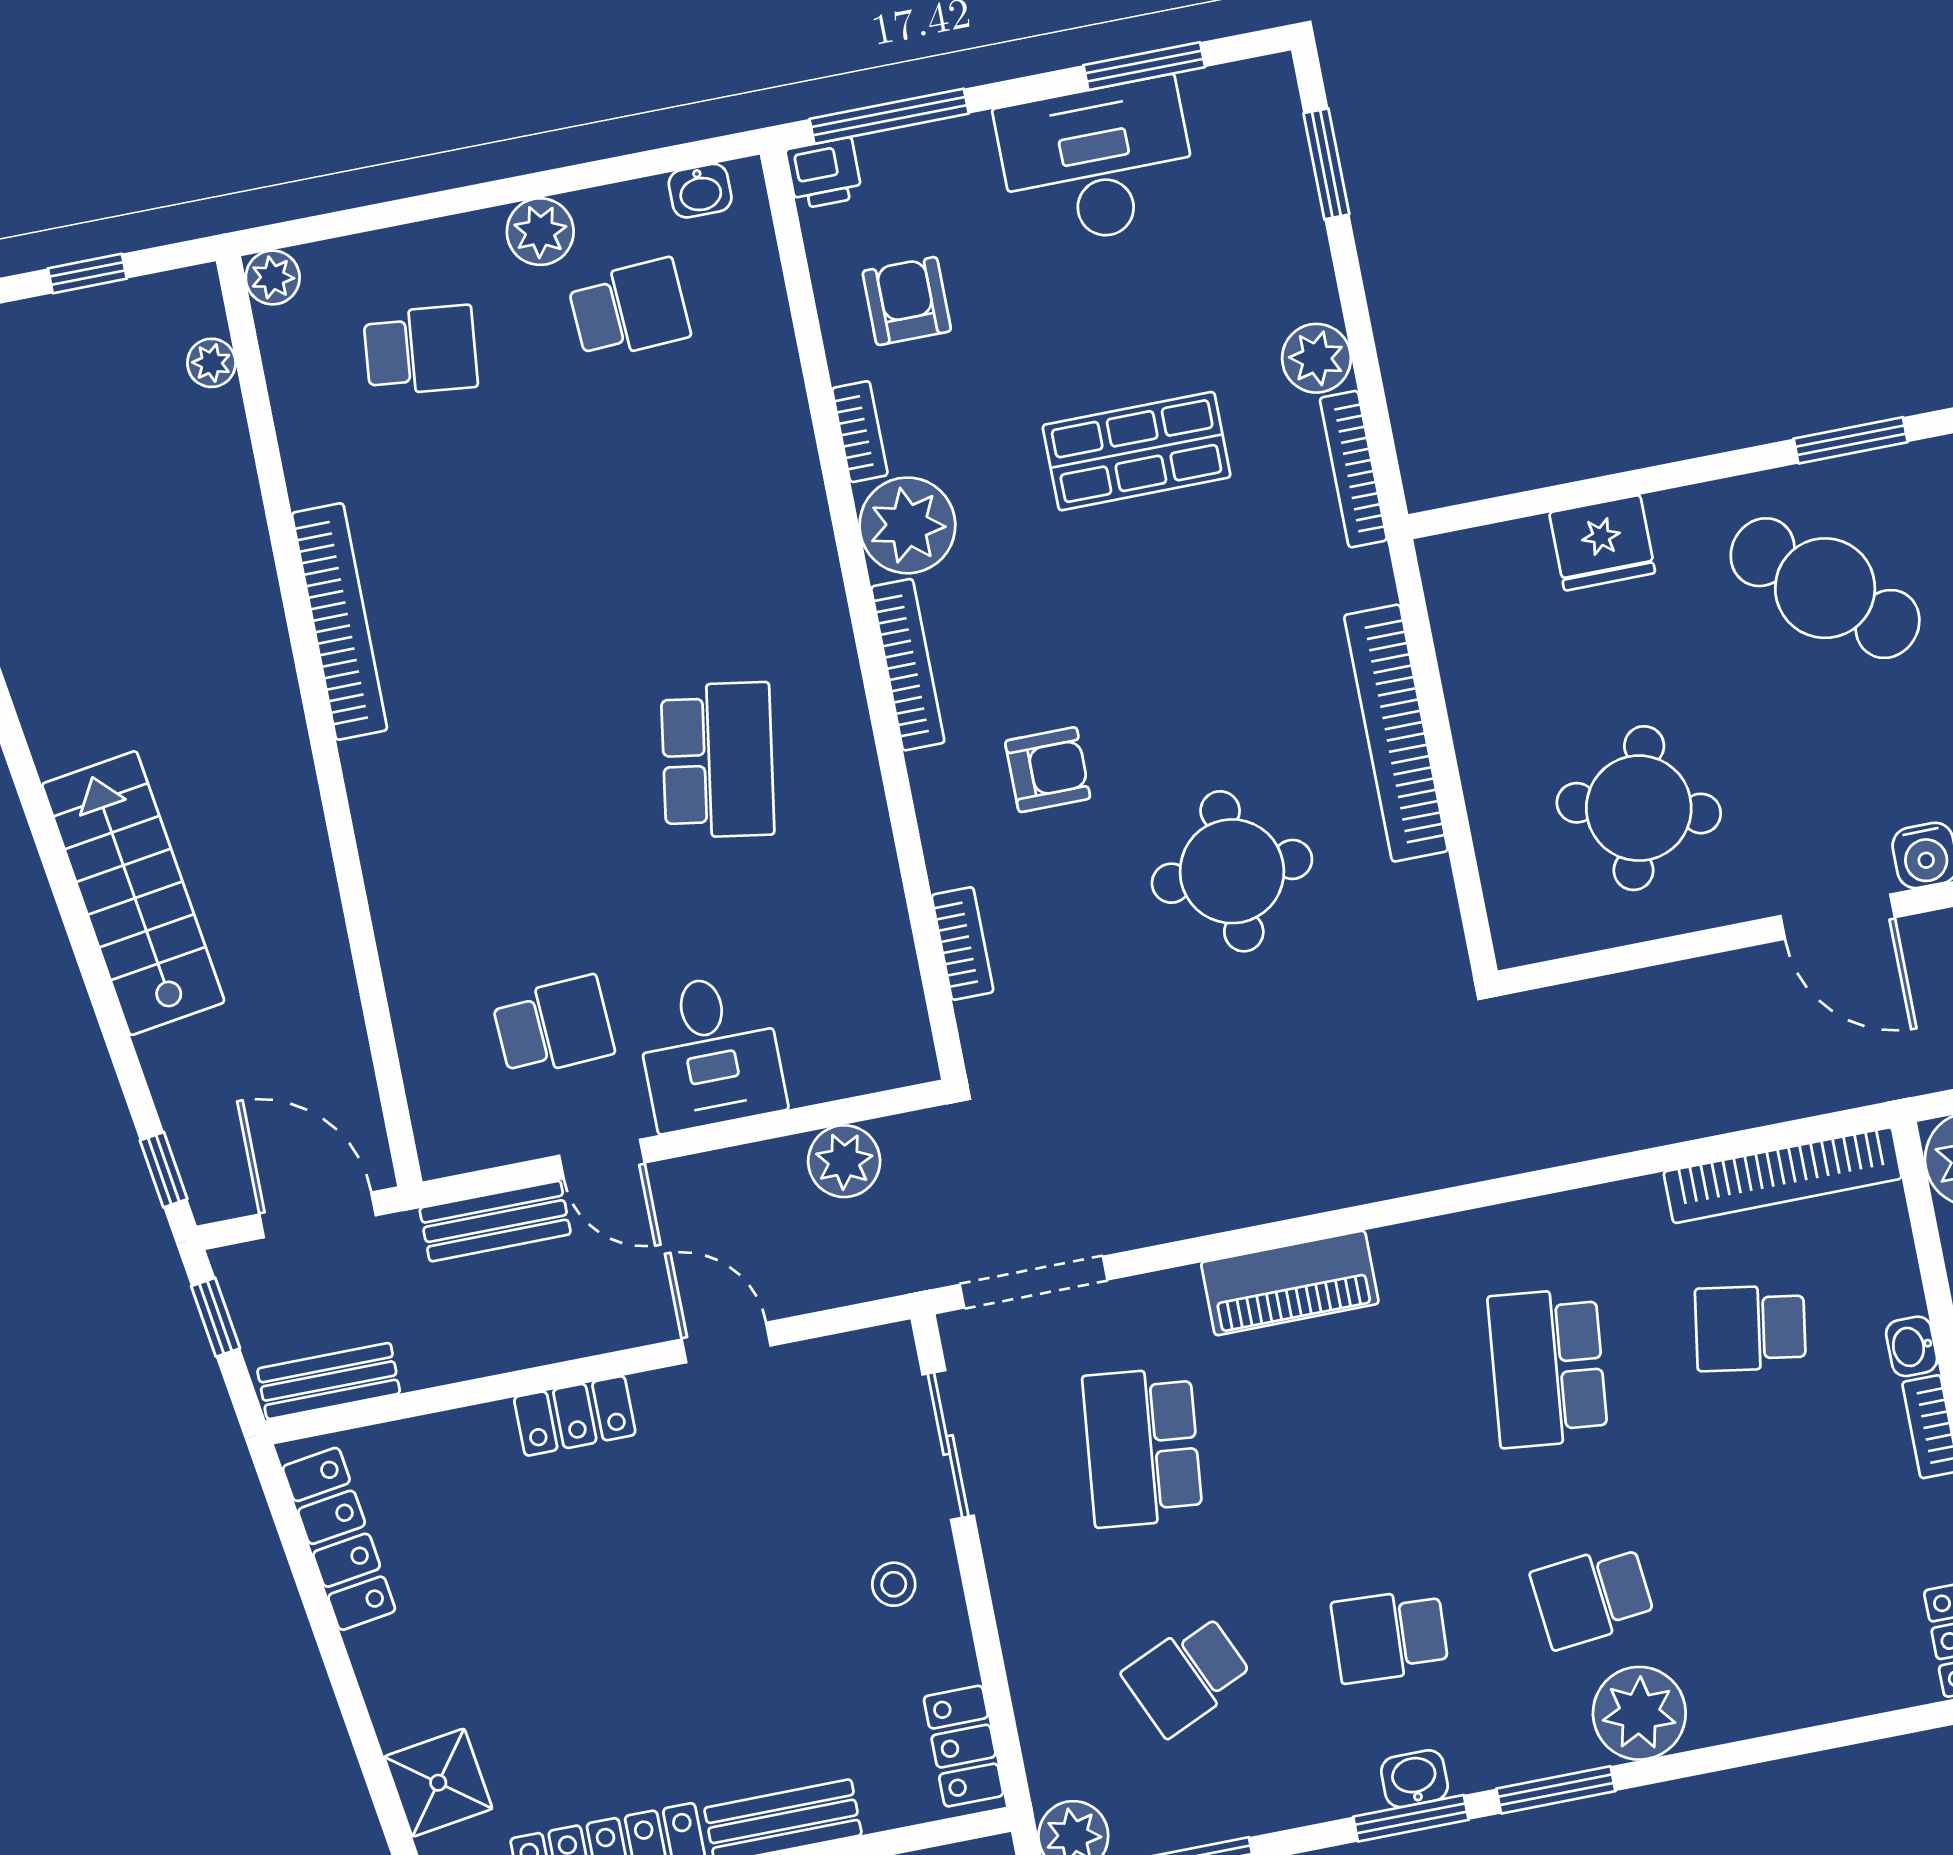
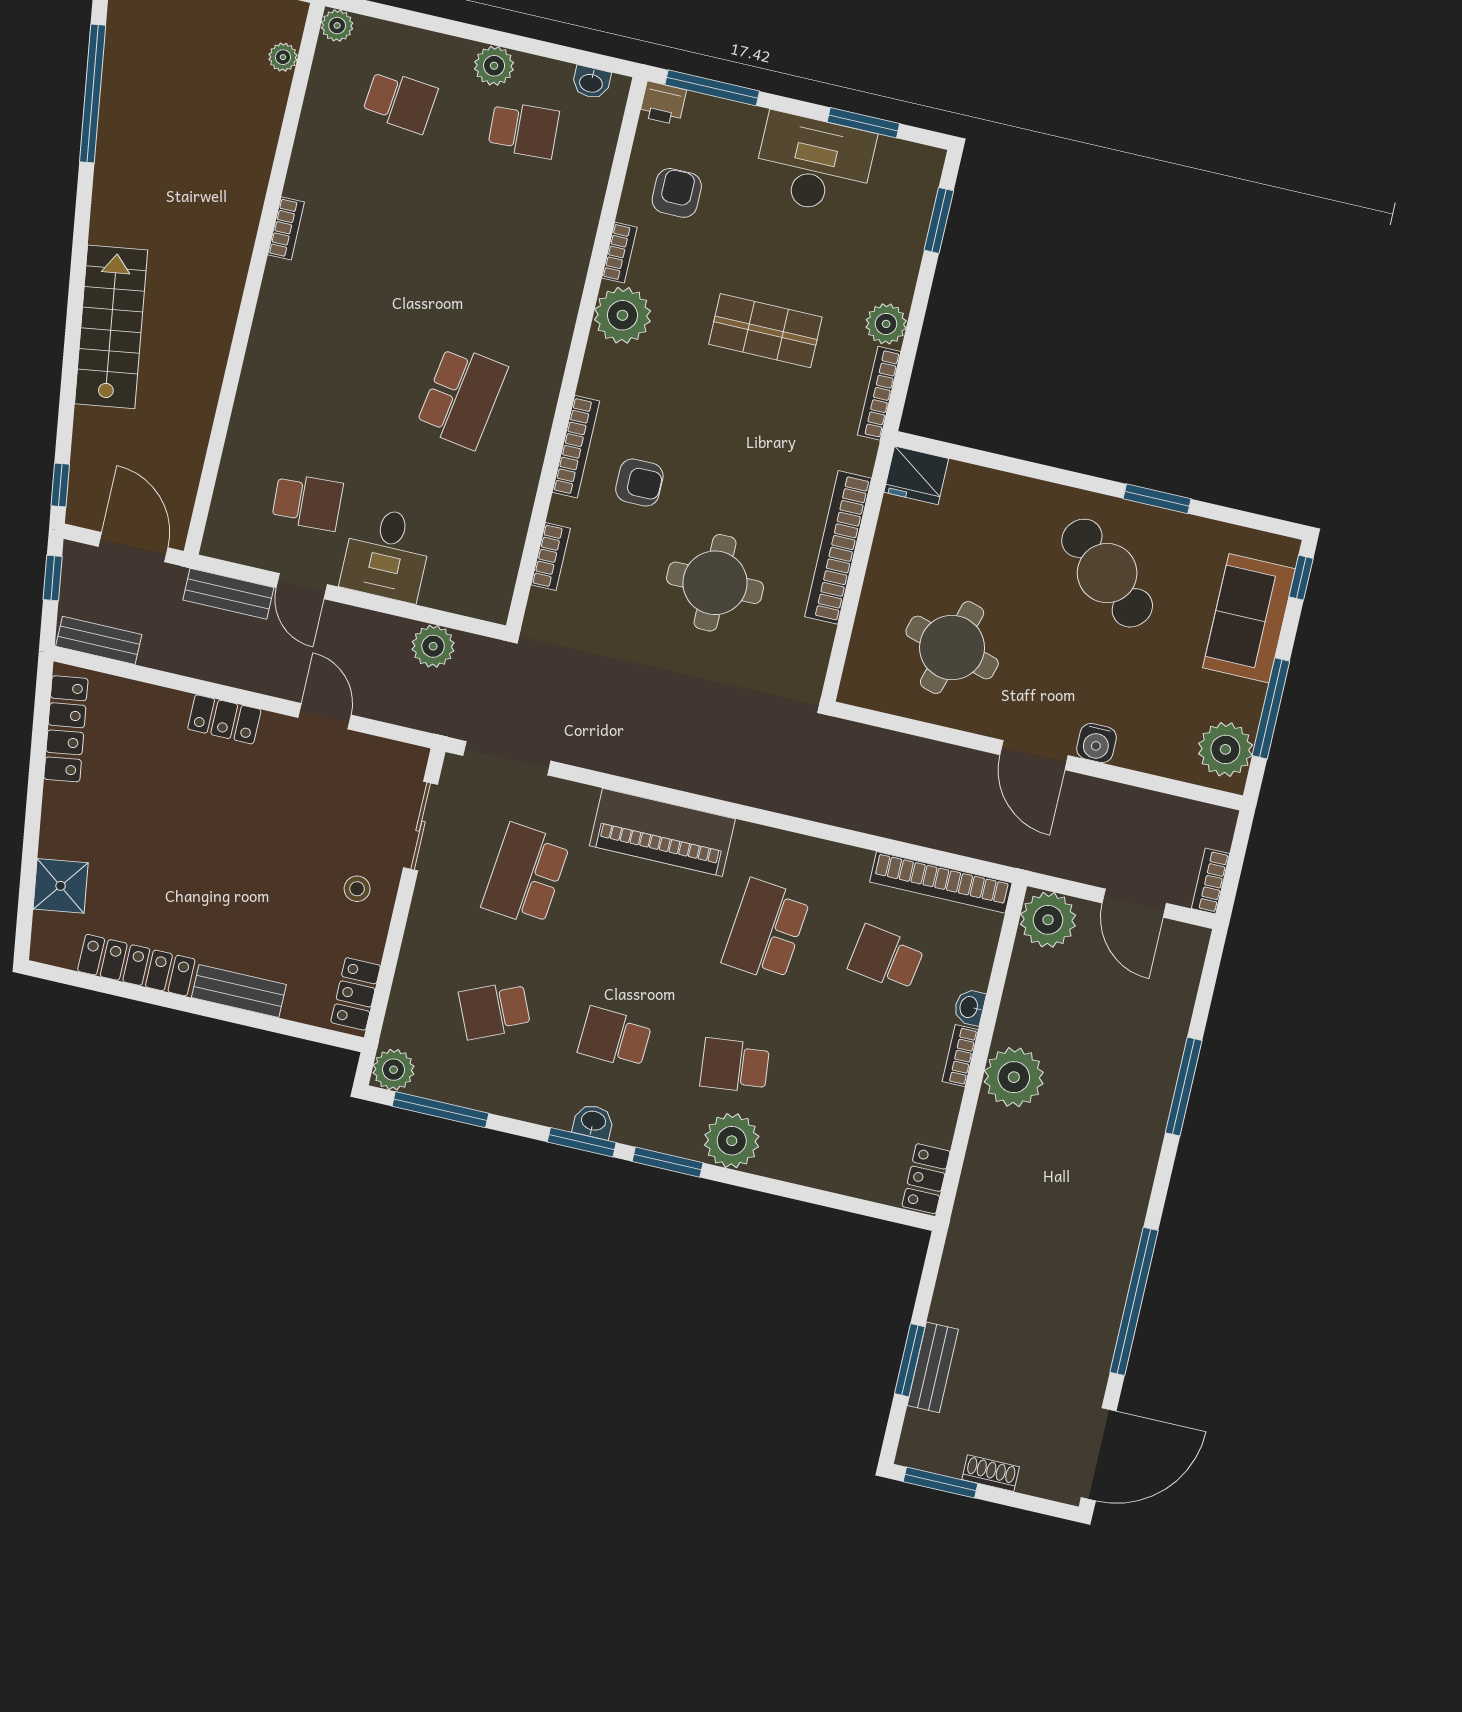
fridge: (1602, 543) -> (916, 475), moved
bookcase: (340, 622) -> (286, 228), width x0.43, depth x0.76
bookcase: (908, 665) -> (576, 447), moved
piano: (1290, 1283) -> (662, 832), width x1.37, depth x1.33

